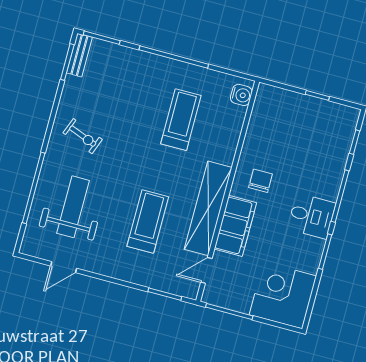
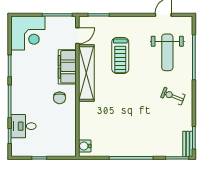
treadmill: (181, 120) -> (117, 122), removed
desk: (312, 216) -> (23, 126), moved

